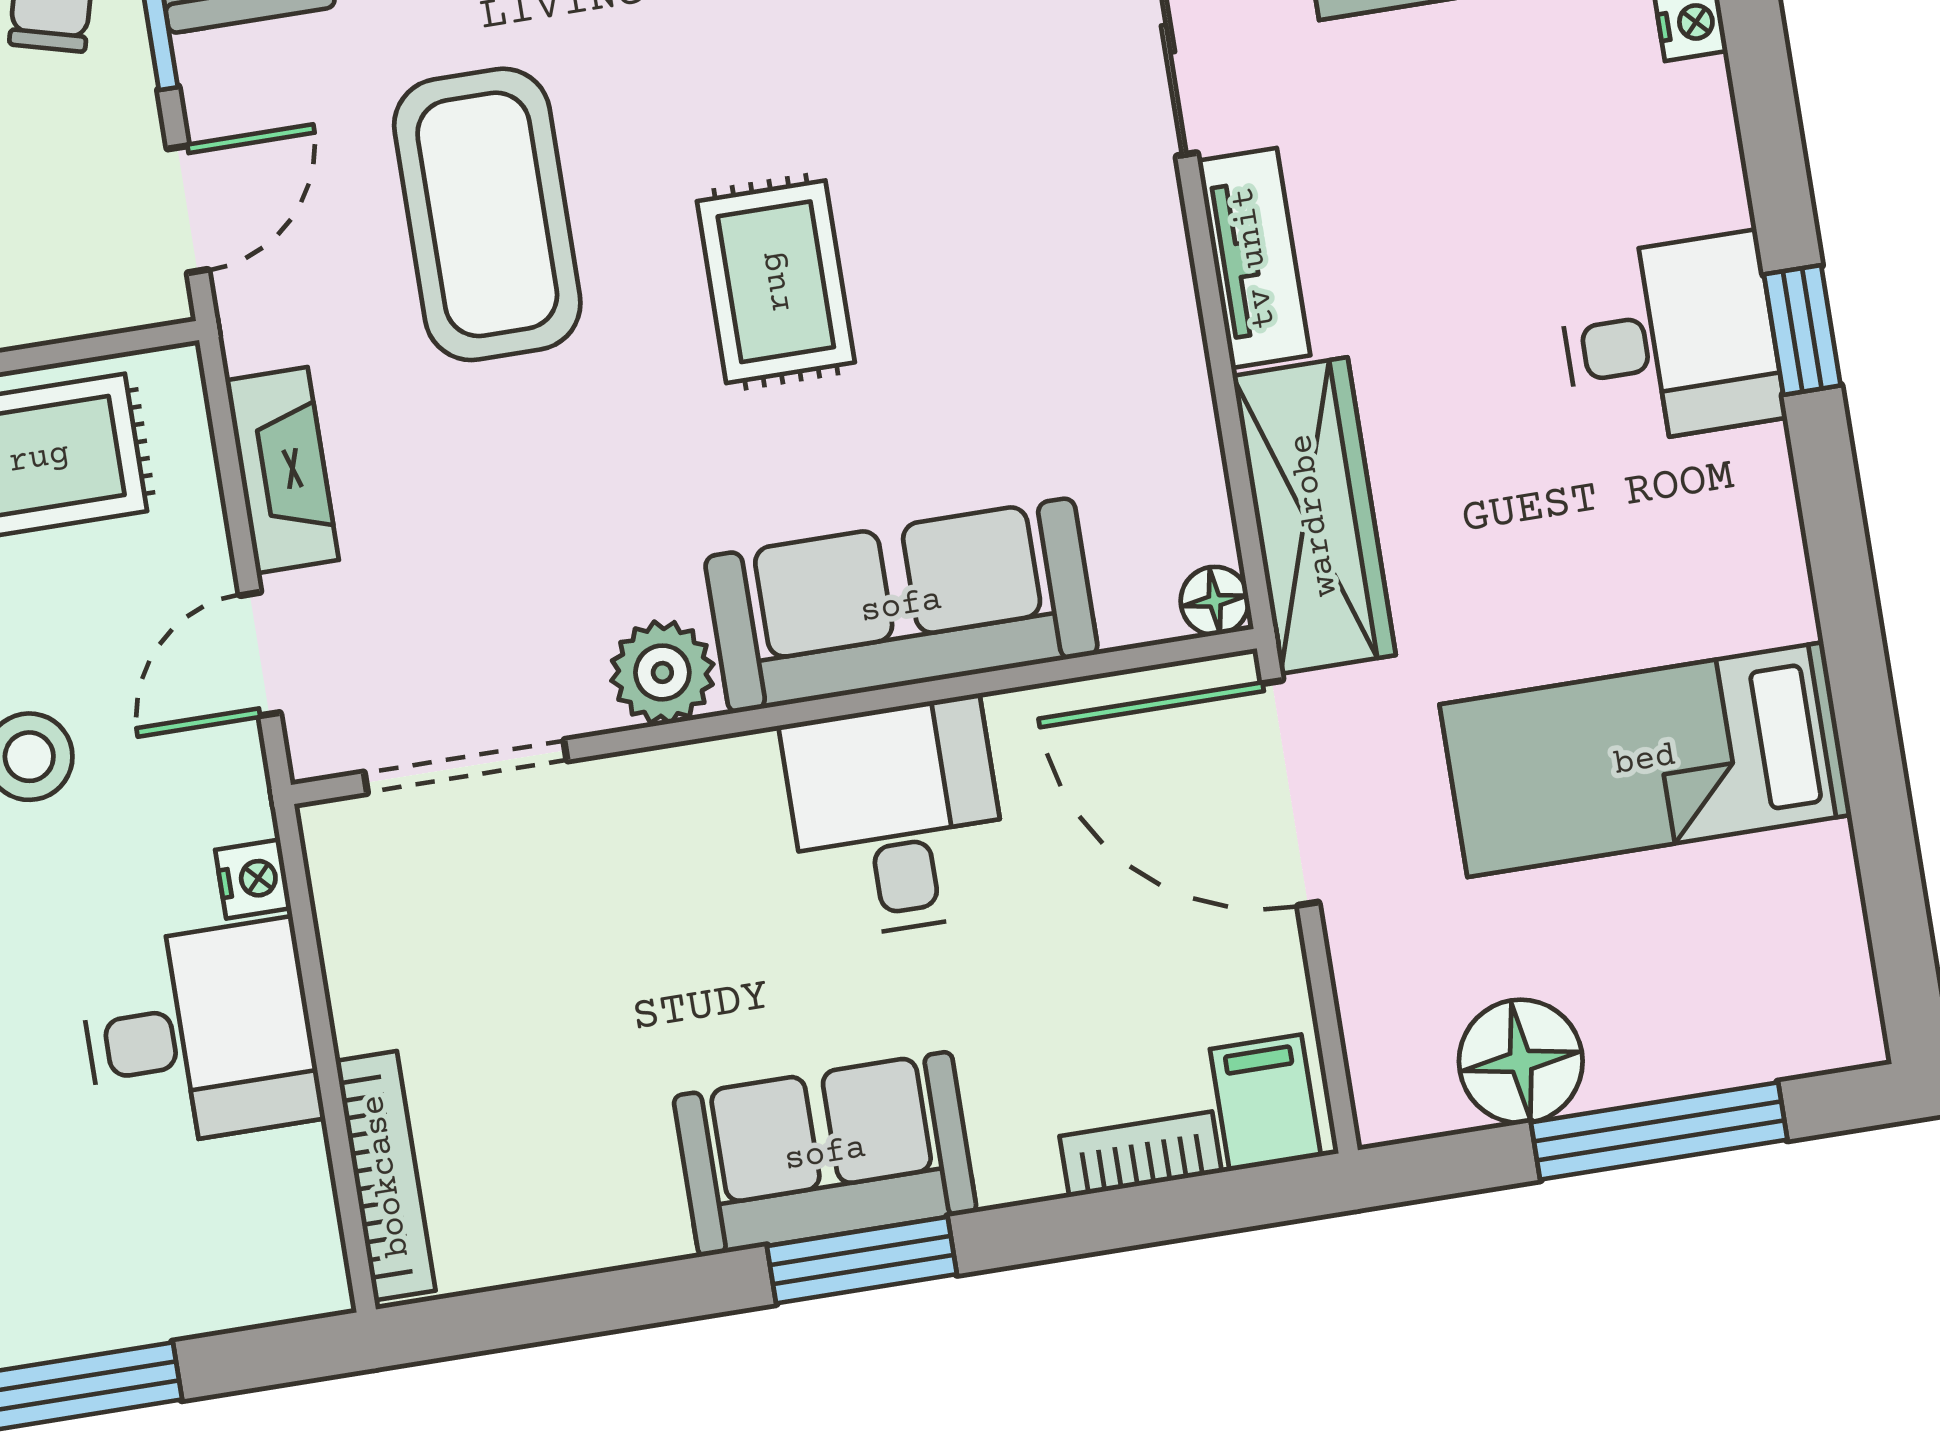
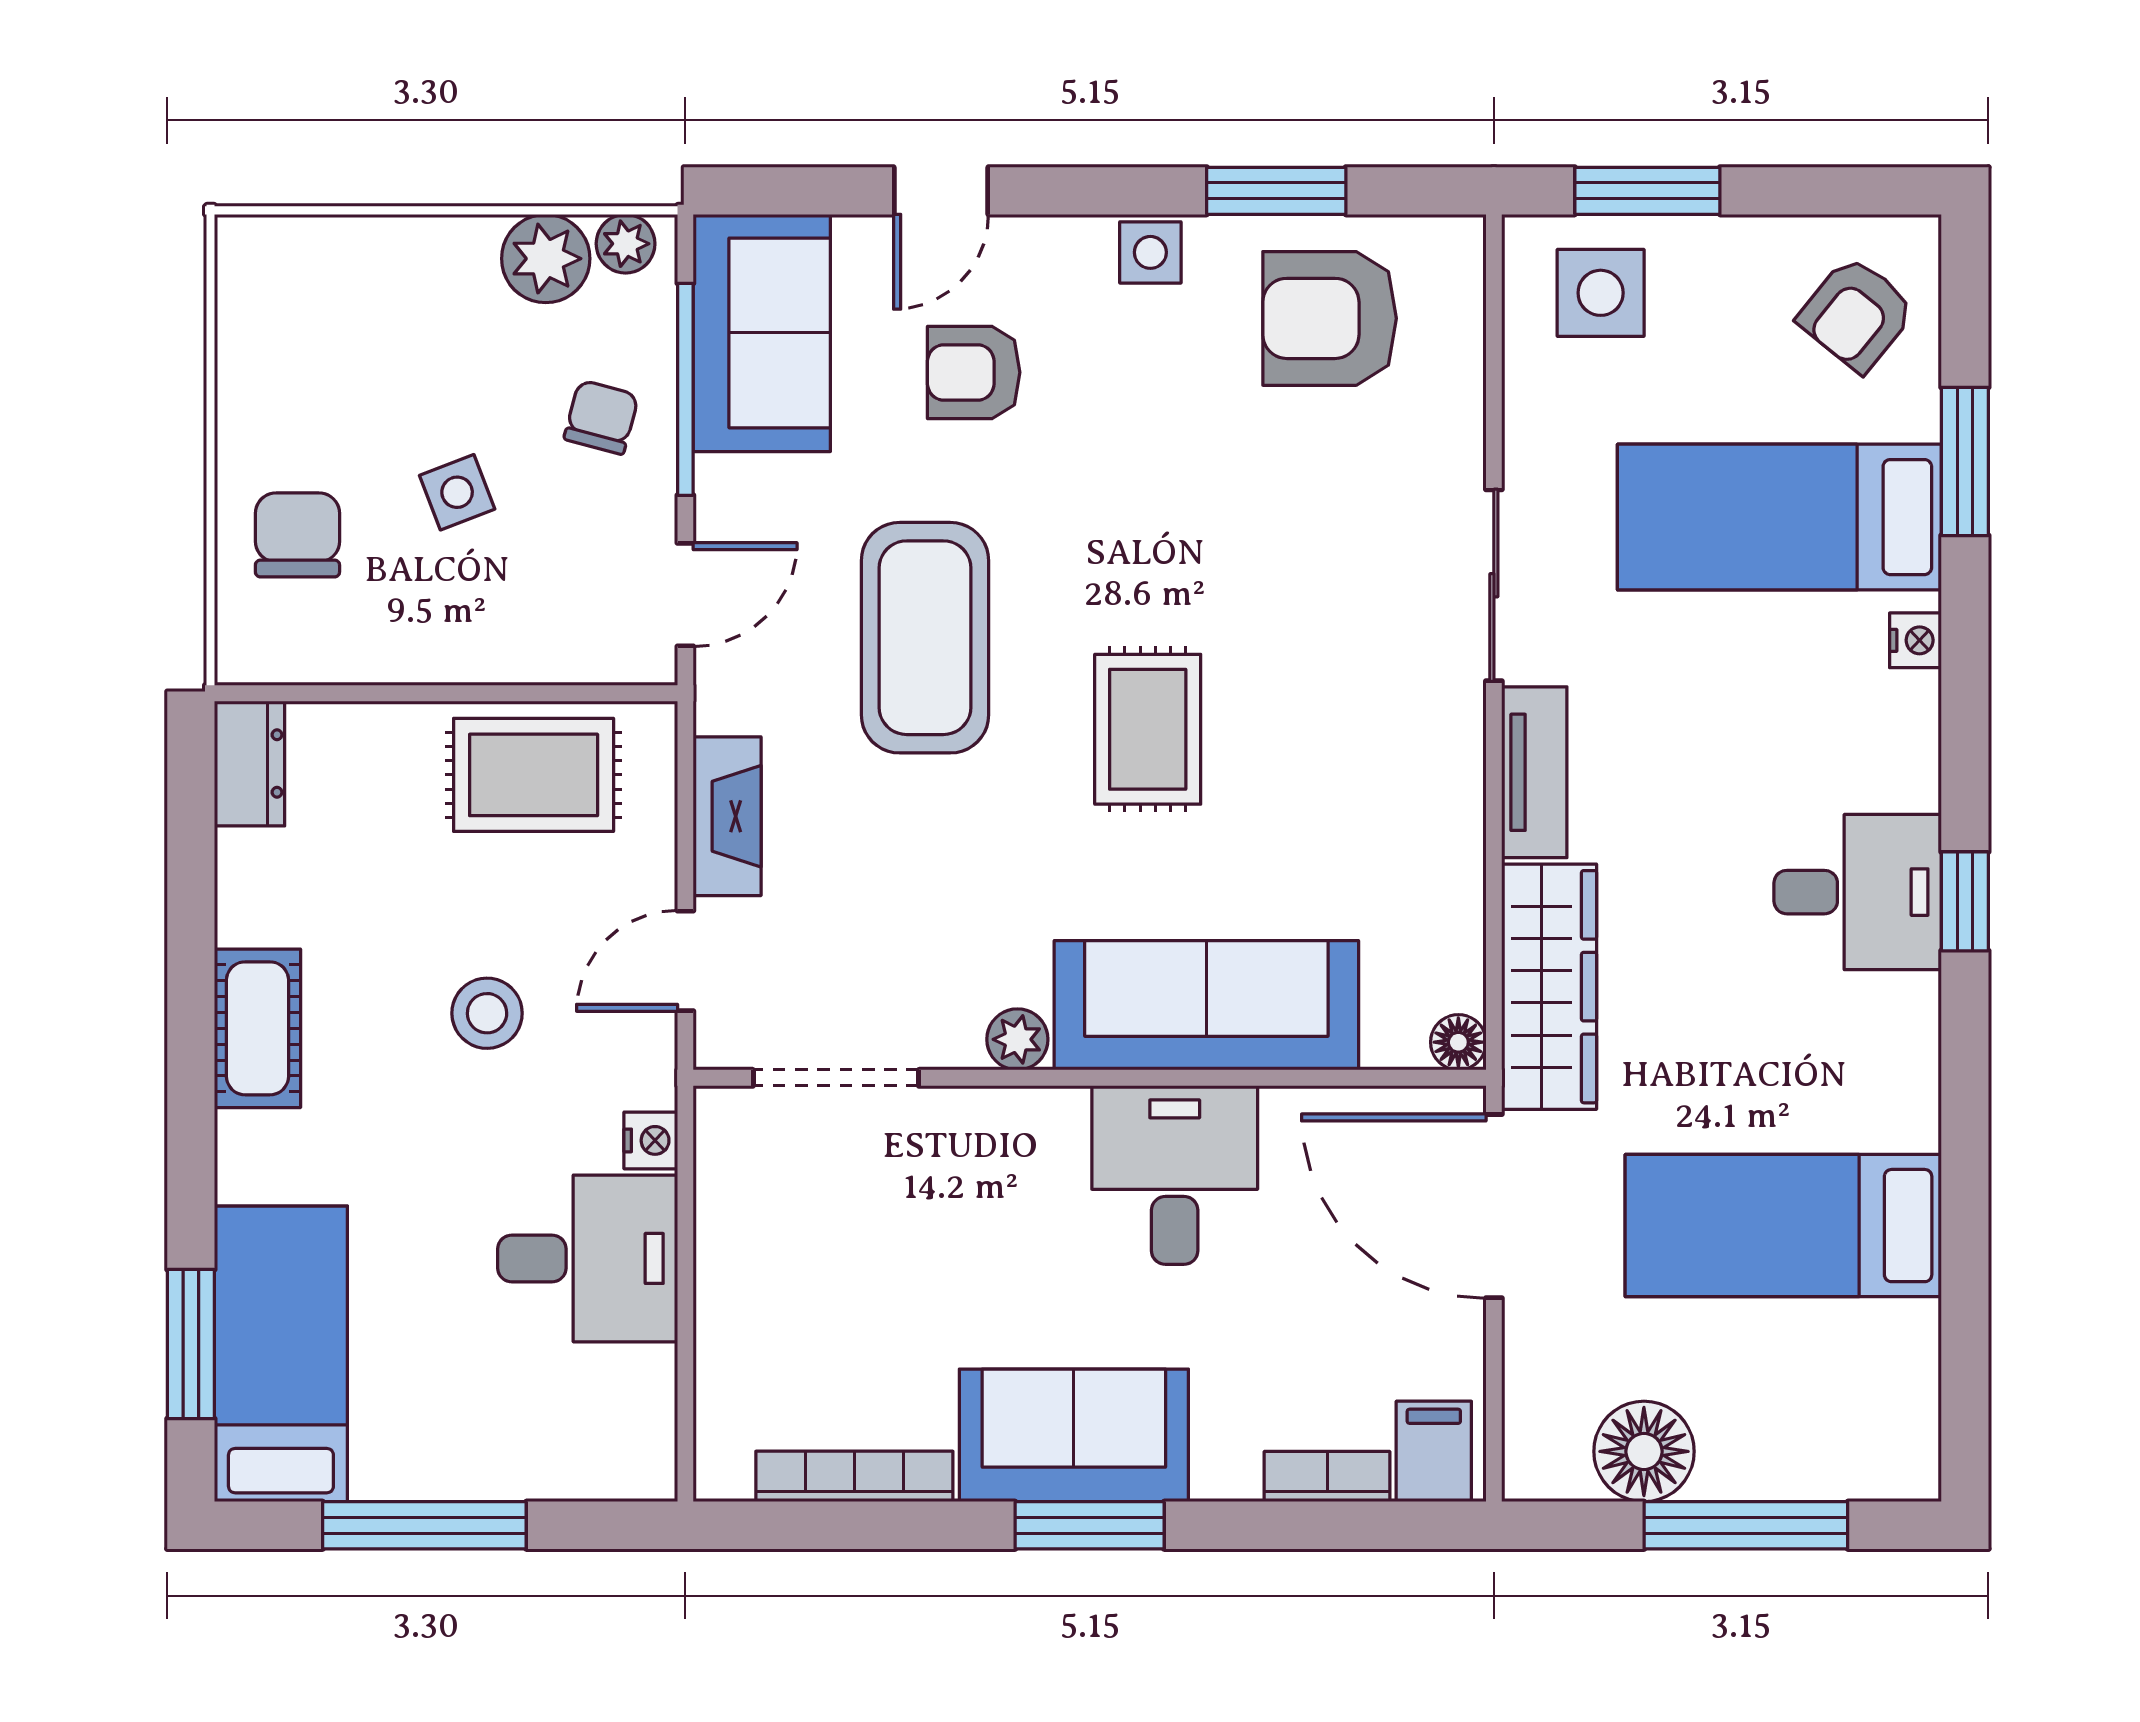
plant: (662, 672) -> (1017, 1039), width x0.73, depth x0.73
bookcase: (386, 1176) -> (854, 1476), moved, turned -90

